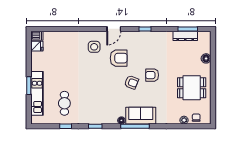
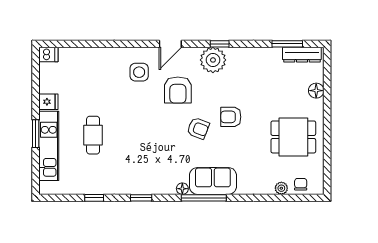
dresser: (185, 36) -> (302, 55), moved
plant: (141, 39) -> (213, 60), added
fridge: (37, 46) -> (48, 102), moved
armchair: (119, 58) -> (178, 90), turned 90
cafe table: (64, 103) -> (93, 135), moved

